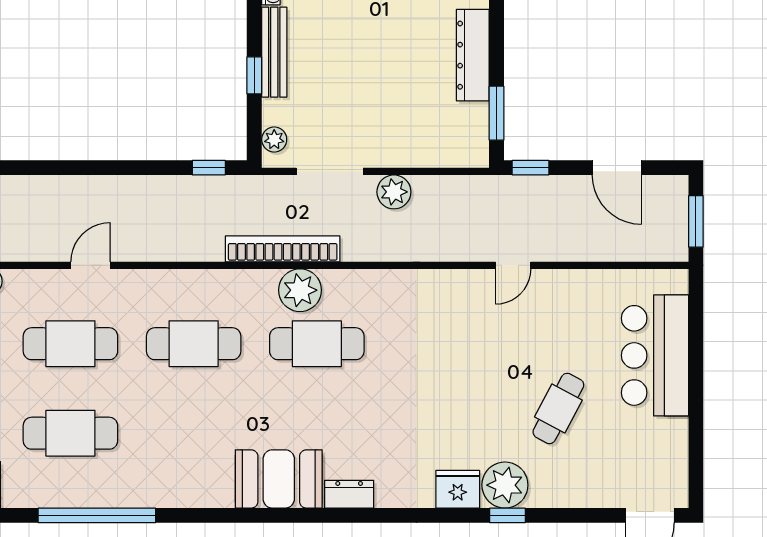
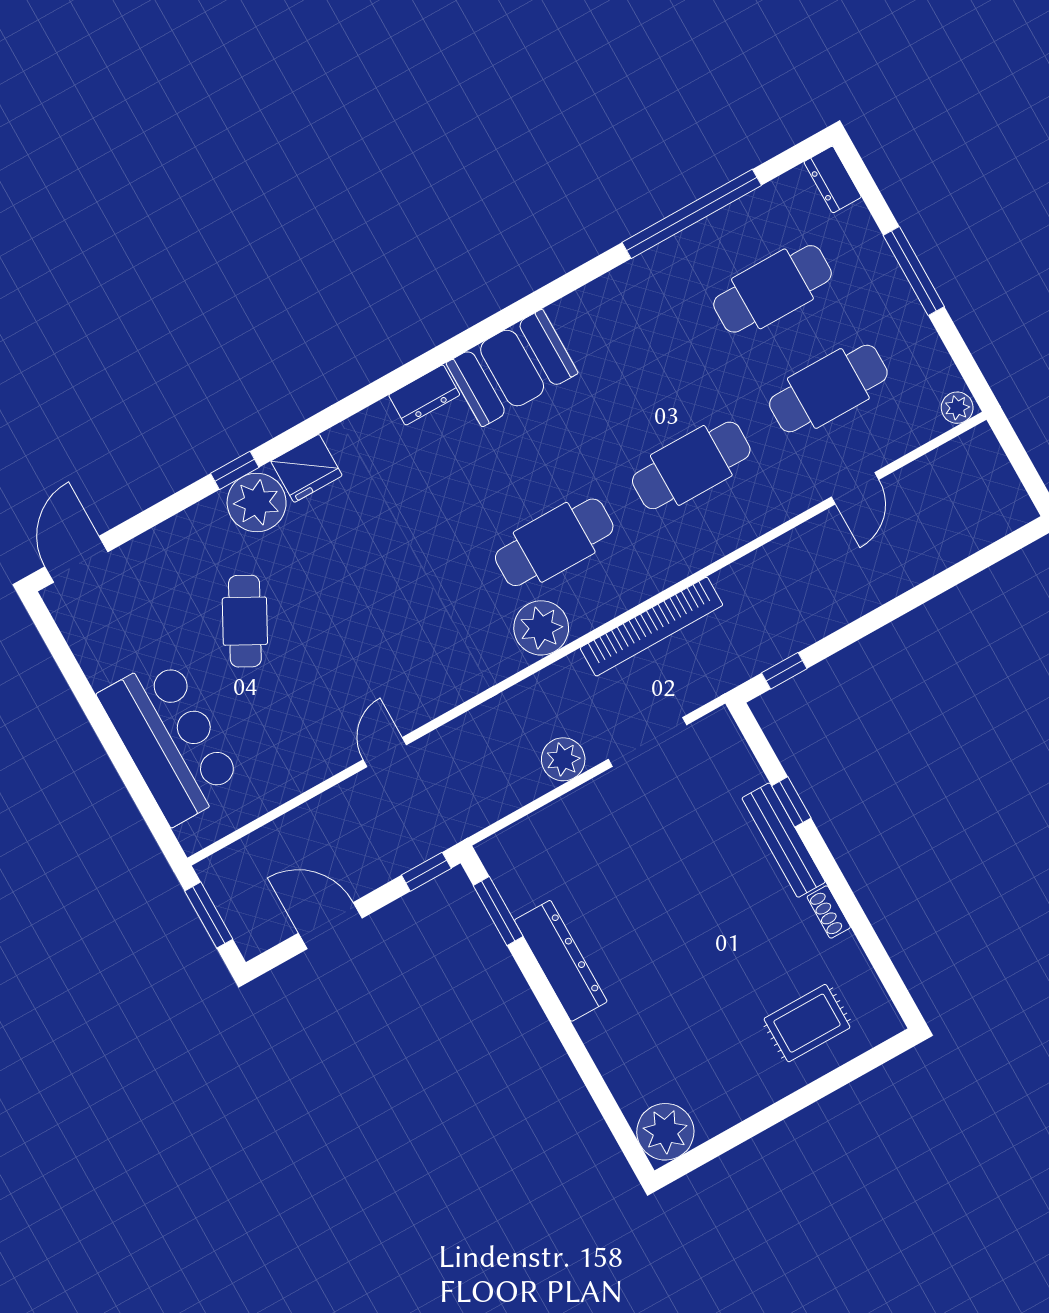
plant: (274, 140) -> (729, 743), removed
plant: (300, 290) -> (541, 628), moved

